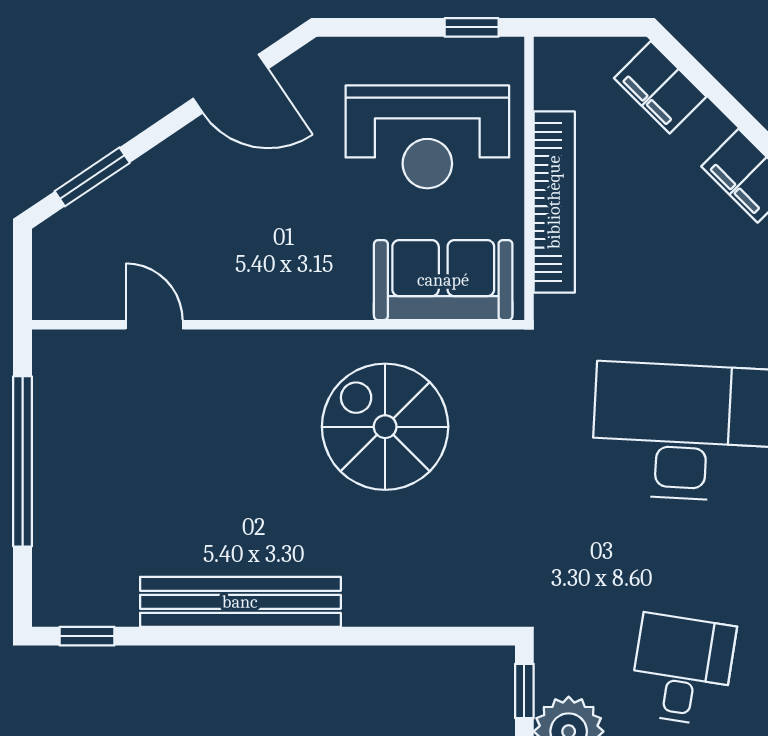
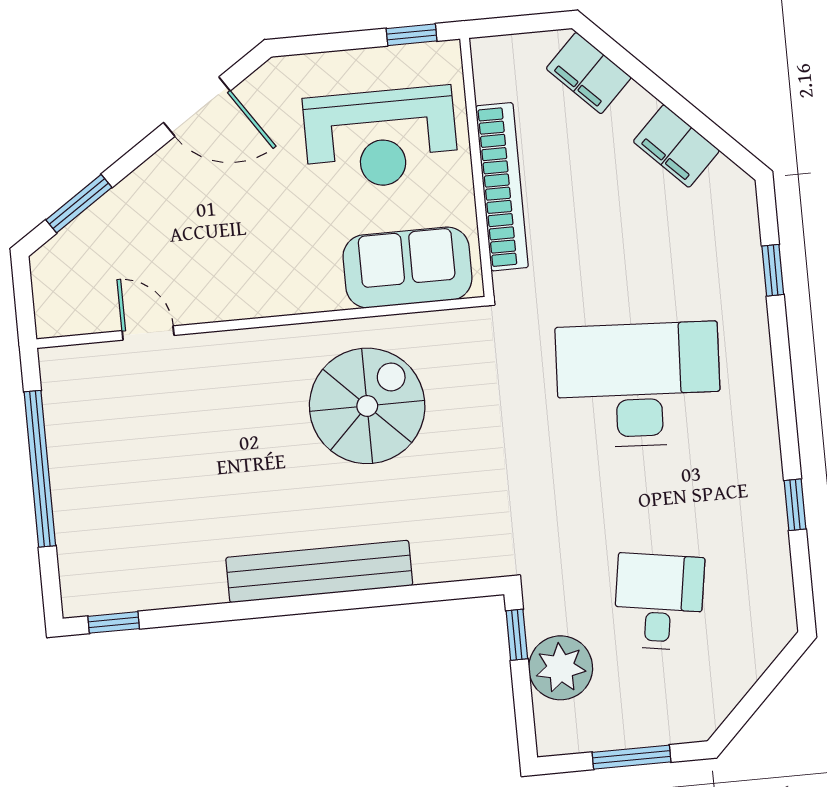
spiral stairs: (385, 427) -> (367, 406), turned 90
bench: (240, 602) -> (319, 571), moved

